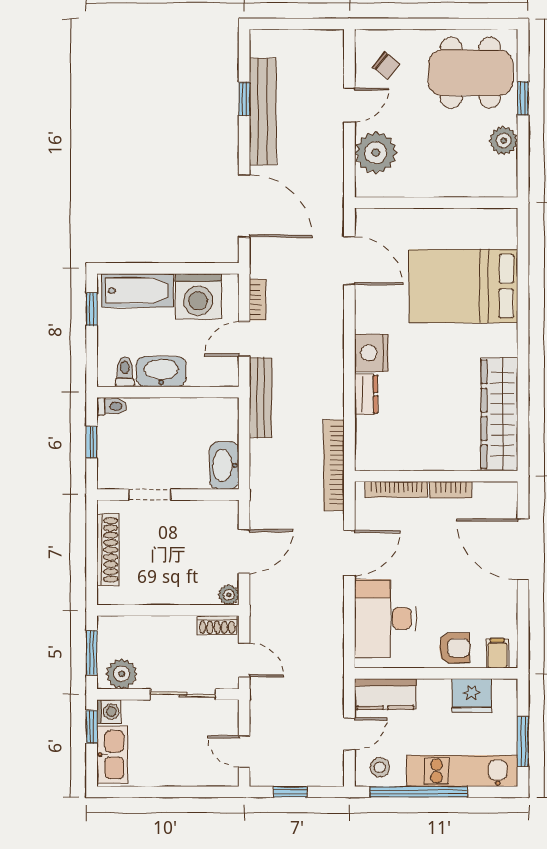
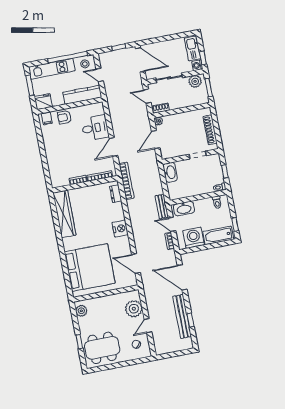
plant: (504, 141) -> (81, 311), moved
bed: (463, 286) -> (90, 268), width x1.36
door: (244, 339) -> (172, 224), swing flipped
washbasin: (161, 372) -> (184, 209), moved
dresser: (366, 394) -> (116, 194), moved
bench: (261, 398) -> (162, 206), width x0.73
door: (523, 550) -> (45, 162), removed
desk: (385, 618) -> (95, 128), width x0.73
kitchen counter: (385, 694) -> (82, 95), width x1.50
fridge: (472, 696) -> (43, 102), moved
door: (349, 734) -> (100, 75), hinge flipped
door: (244, 752) -> (140, 60), width x1.87

